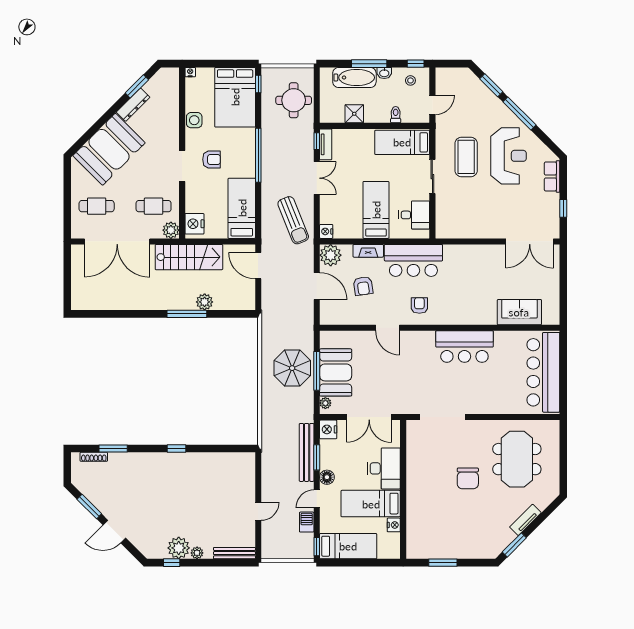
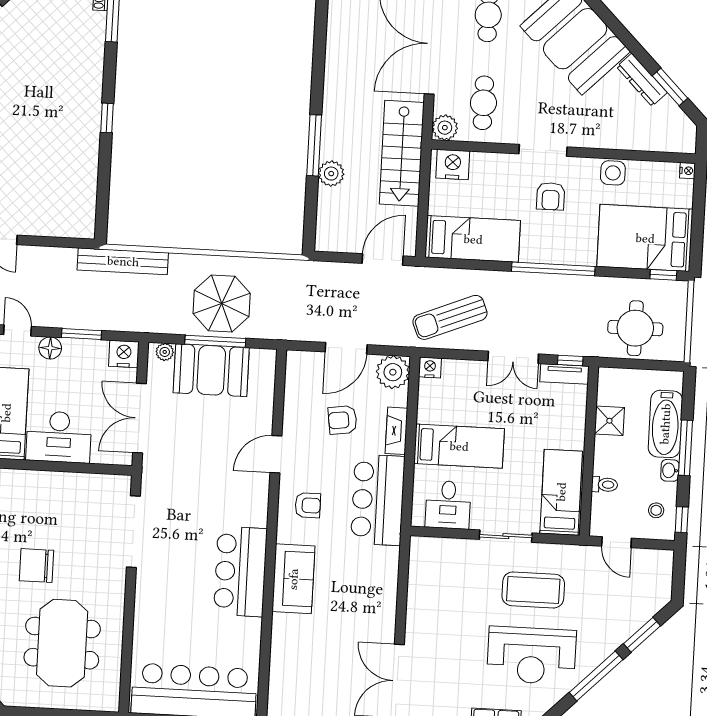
sofa: (519, 312) -> (293, 579), moved
bench: (307, 452) -> (123, 261), moved
meeting table: (517, 459) -> (62, 643), turned 90

